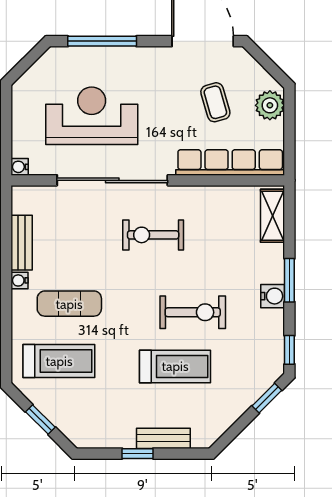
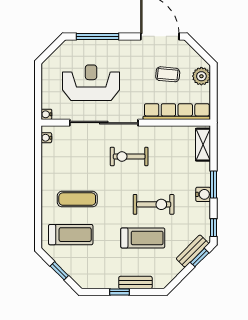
coffee table: (215, 102) -> (168, 74), turned -69
bench: (22, 243) -> (193, 251), moved, turned 45
water cooler: (20, 280) -> (46, 138), moved

